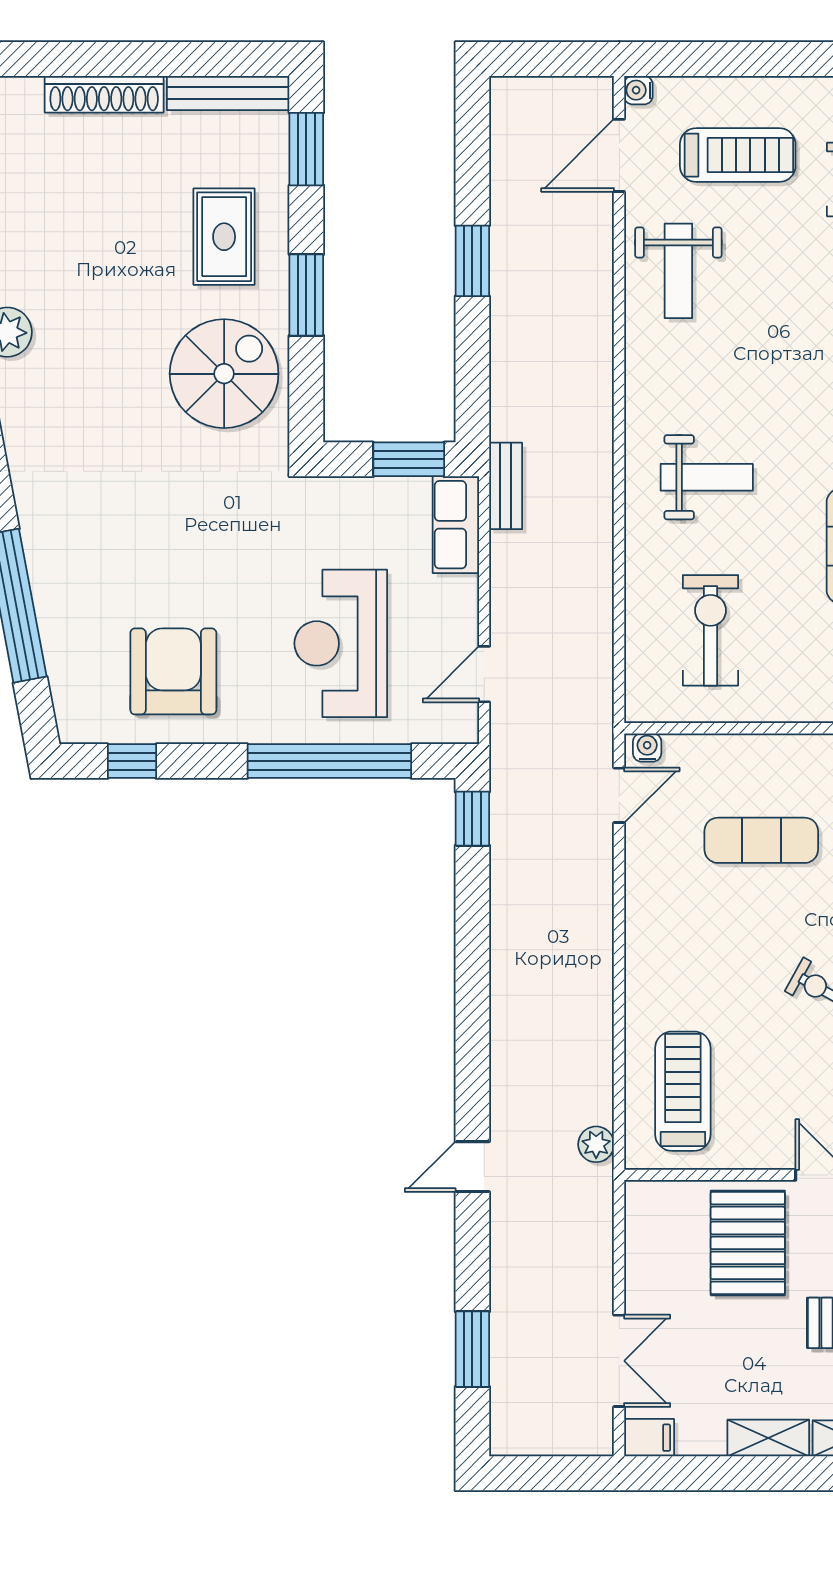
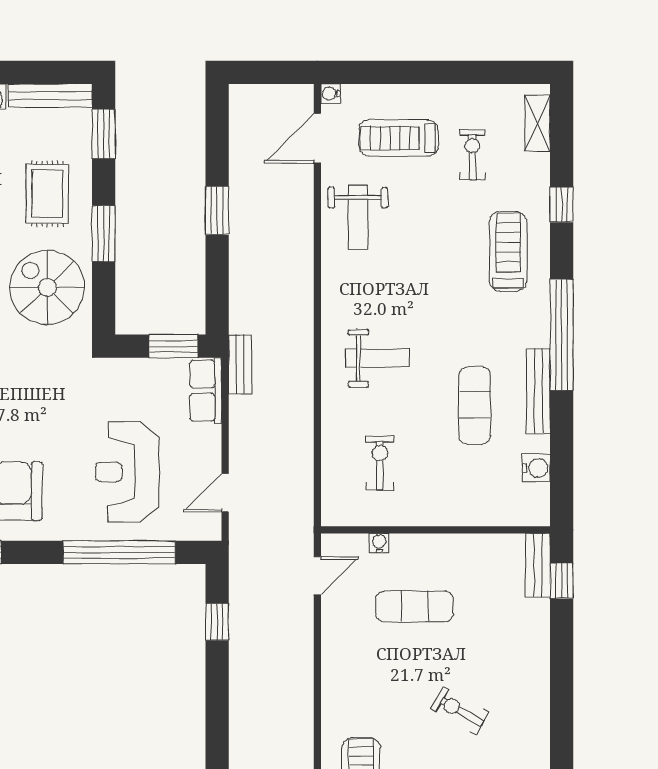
treadmill: (738, 155) -> (398, 138), turned 180
spiral stairs: (224, 374) -> (47, 287), turned -90
exercise bike: (710, 630) -> (380, 463), width x0.73, depth x0.72
water cooler: (647, 747) -> (379, 543), moved
window: (472, 819) -> (217, 622), moved

